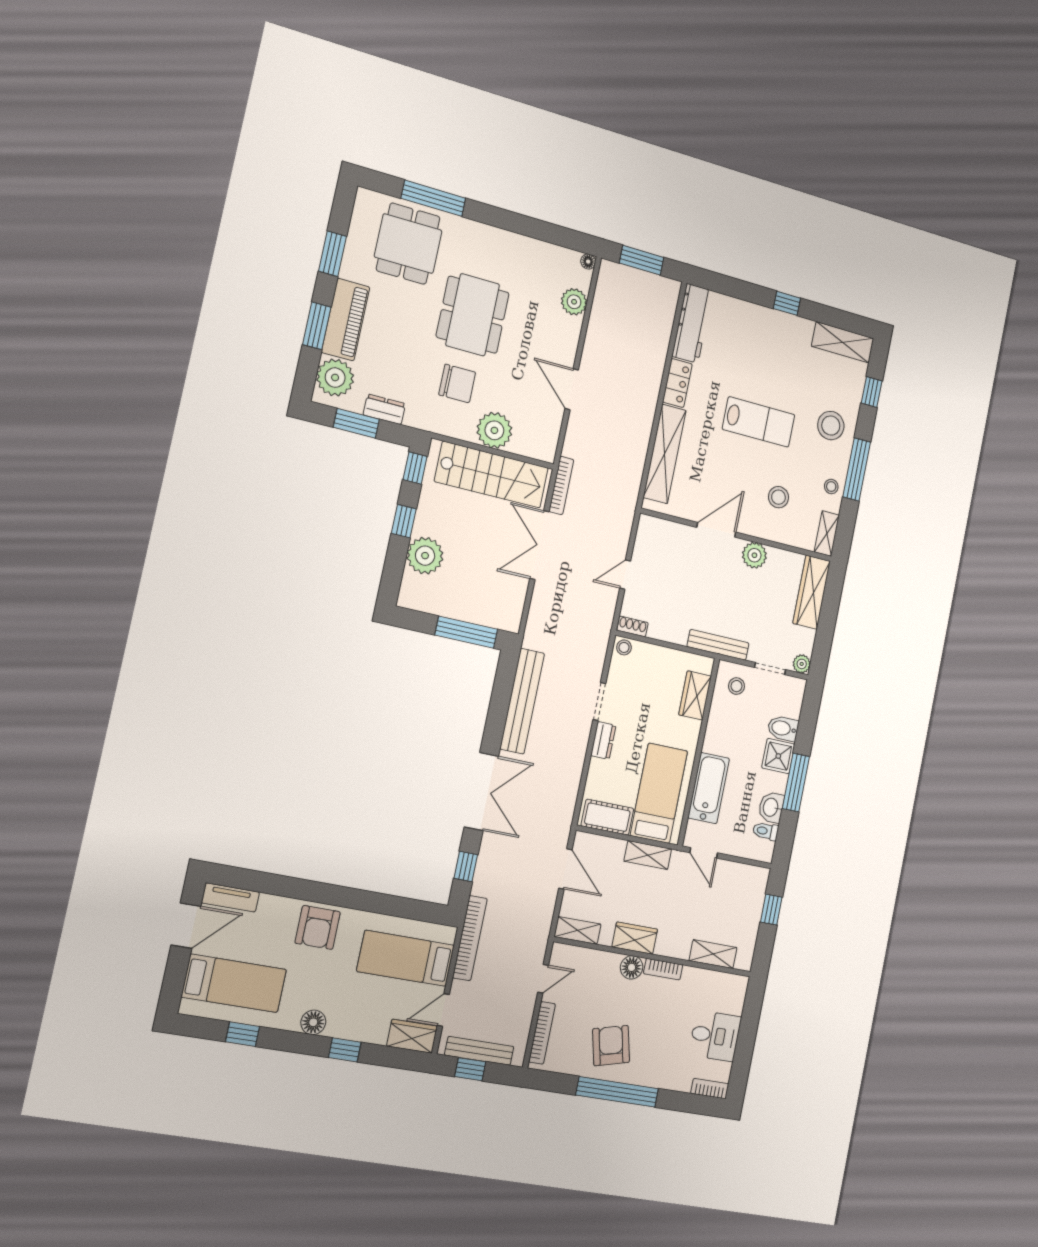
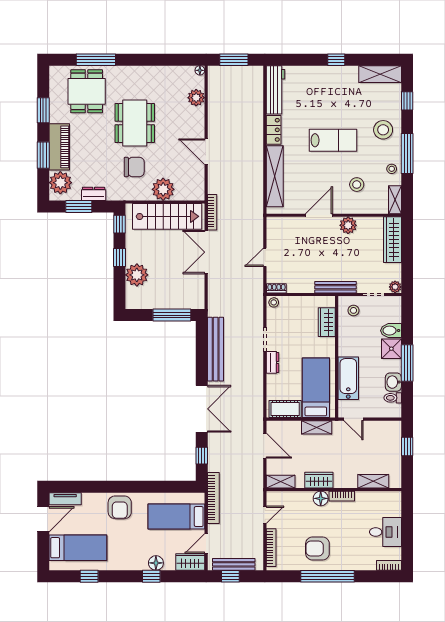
floor lamp: (313, 1022) -> (156, 563), moved
armchair: (611, 1046) -> (317, 548), turned -76

